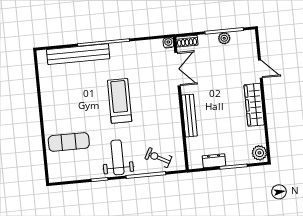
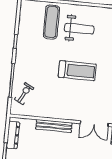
weight bench: (117, 157) -> (79, 29), moved
dresser: (214, 161) -> (13, 135), width x1.44

